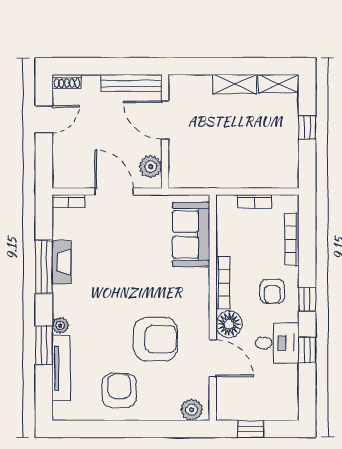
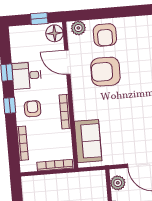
bookcase: (255, 202) -> (55, 165), width x1.56
floor lamp: (229, 324) -> (54, 33), moved
armchair: (119, 390) -> (105, 35), moved

